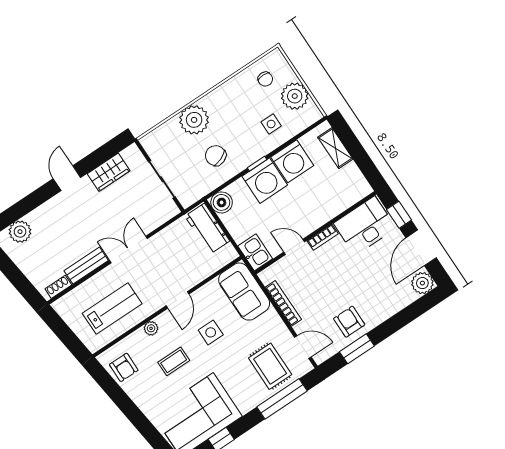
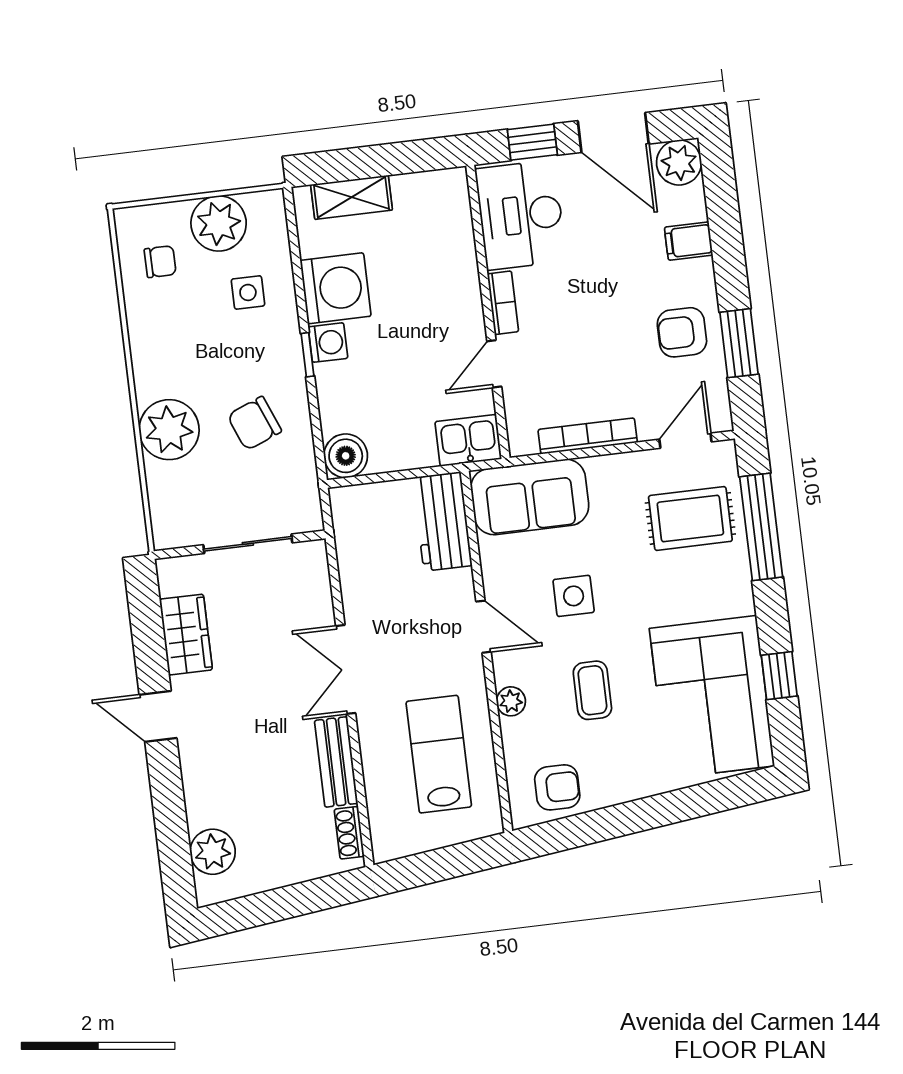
washing machine: (265, 181) -> (328, 343), width x0.53, depth x0.53
workbench: (207, 228) -> (442, 522), moved, turned 90
filing cabinet: (390, 304) -> (689, 241), added

